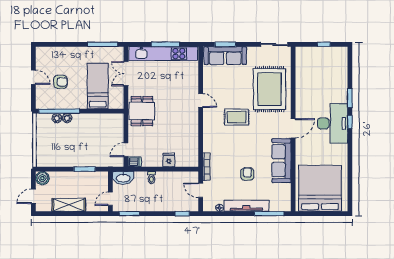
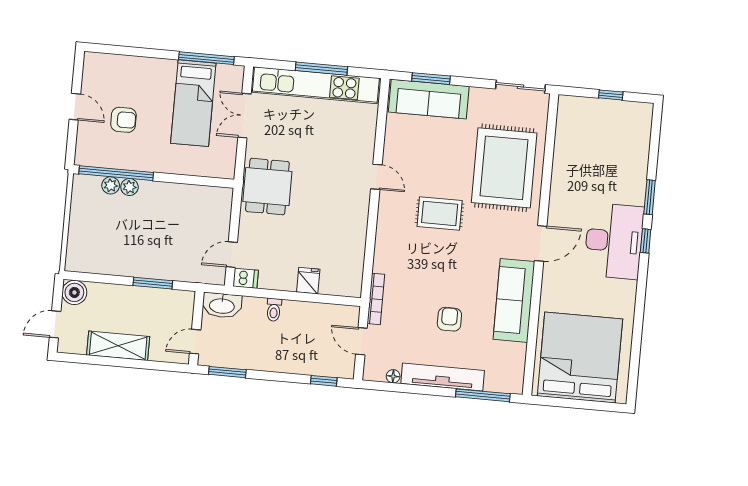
bed: (98, 86) -> (193, 103), moved, turned 180

